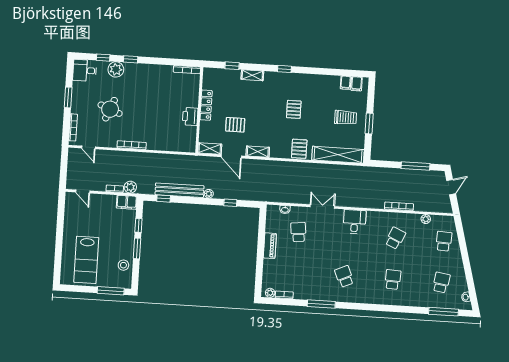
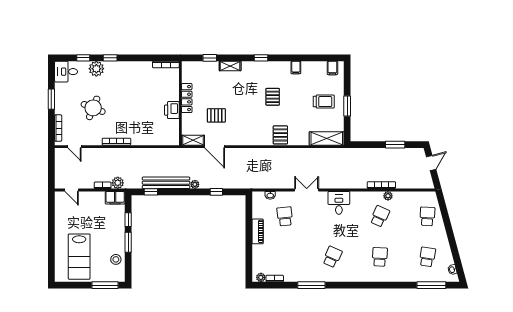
filing cabinet: (346, 83) -> (296, 68), moved
shelving: (258, 152) -> (240, 140), removed
shelving: (338, 155) -> (327, 138), width x0.68
window: (415, 166) -> (395, 145), width x0.69
plant: (426, 219) -> (388, 196), moved
school desk: (344, 276) -> (332, 257), turned 48

